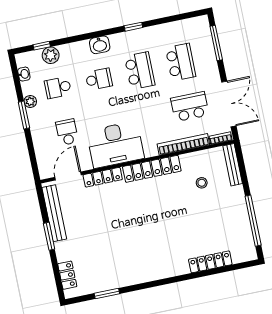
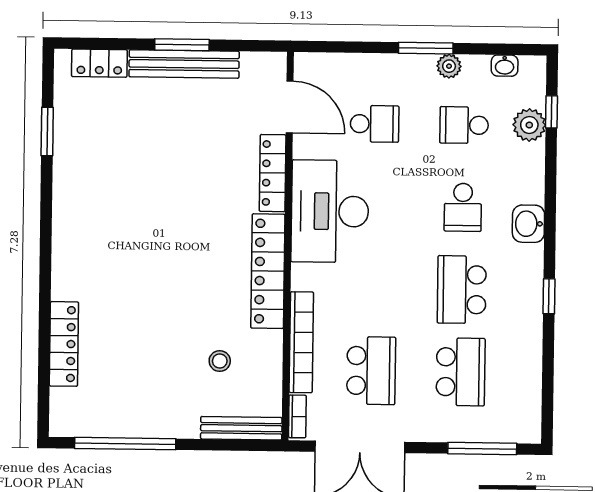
school desk: (181, 62) -> (461, 372), turned -90
school desk: (140, 71) -> (462, 290), turned 90
school desk: (58, 88) -> (464, 125), turned -90
bench: (54, 213) -> (184, 64), moved

